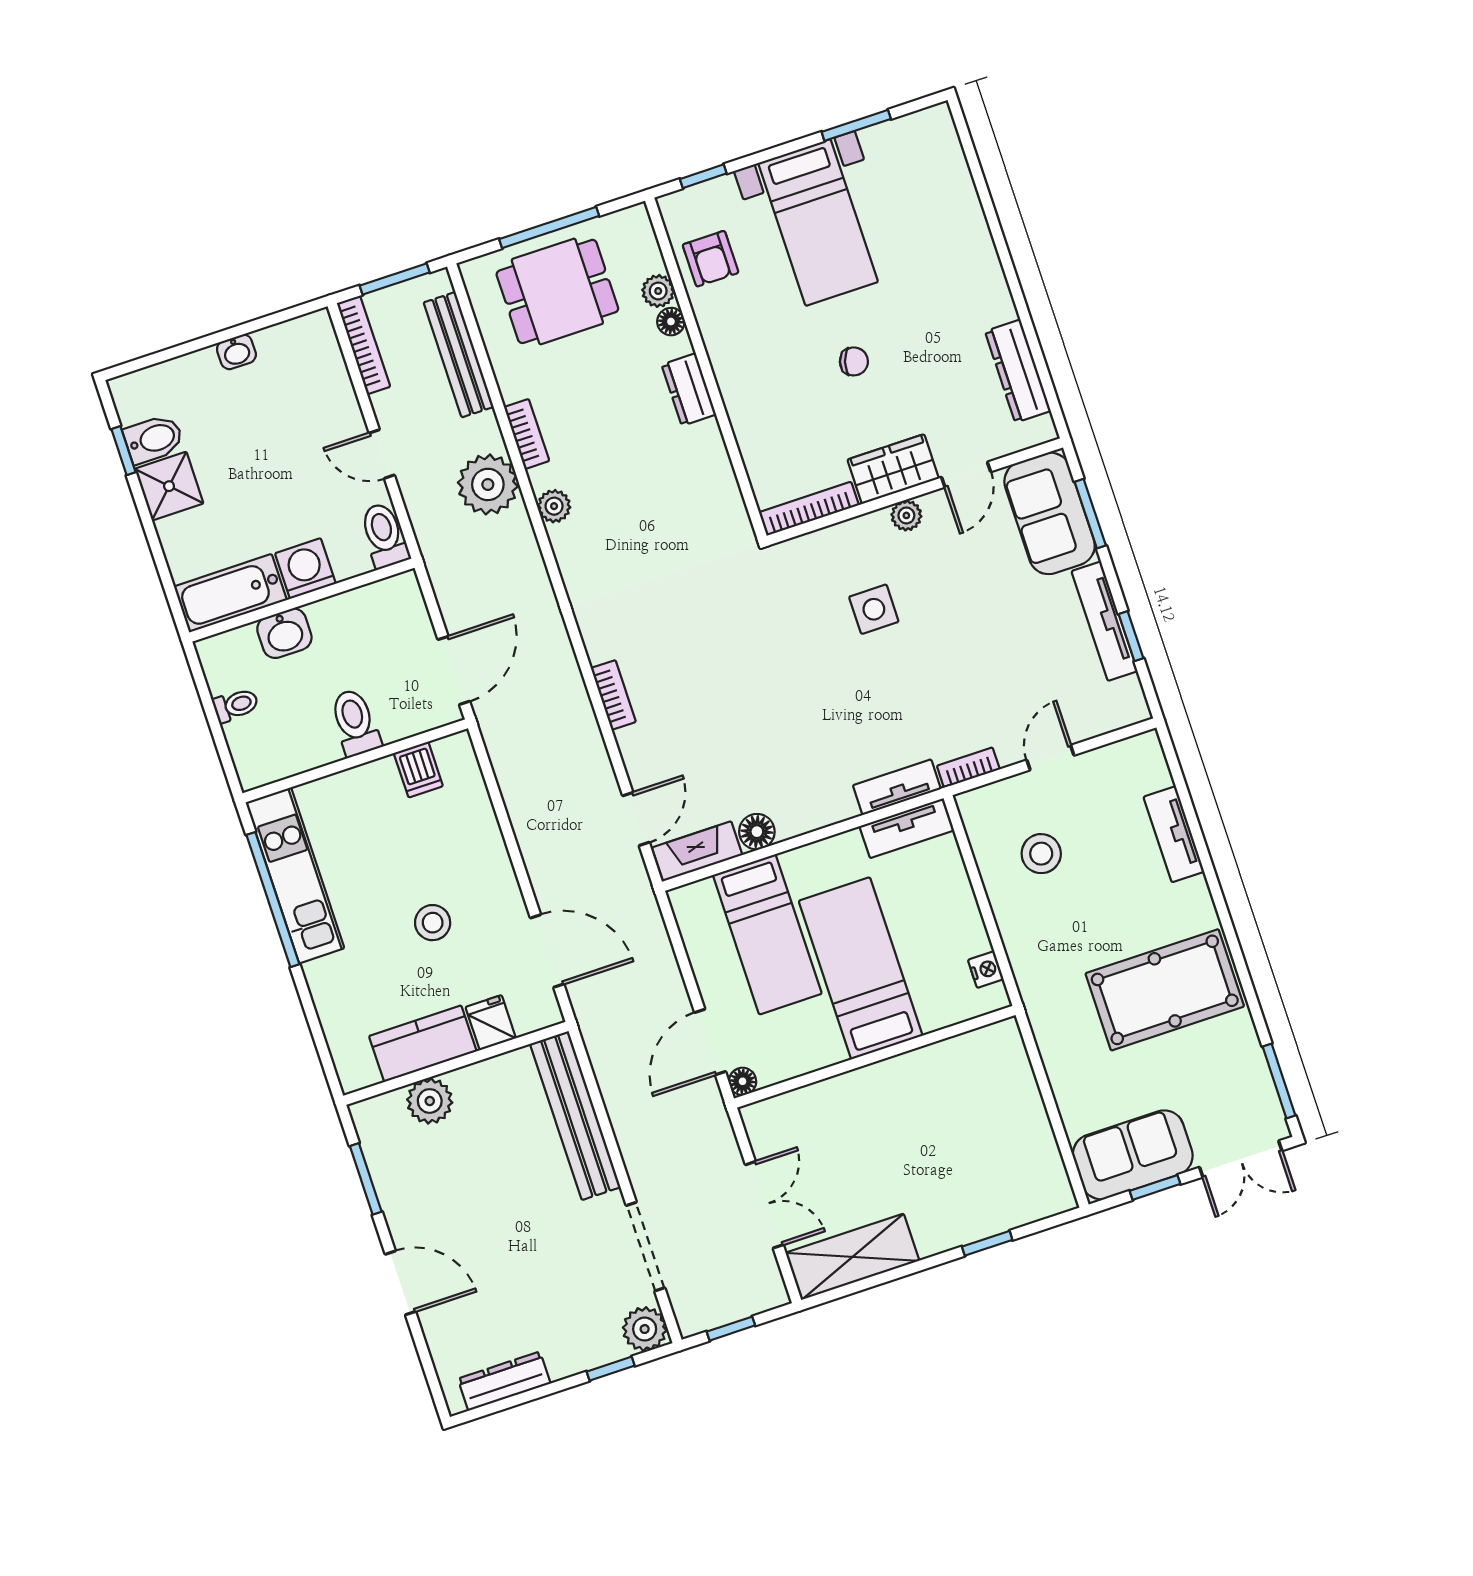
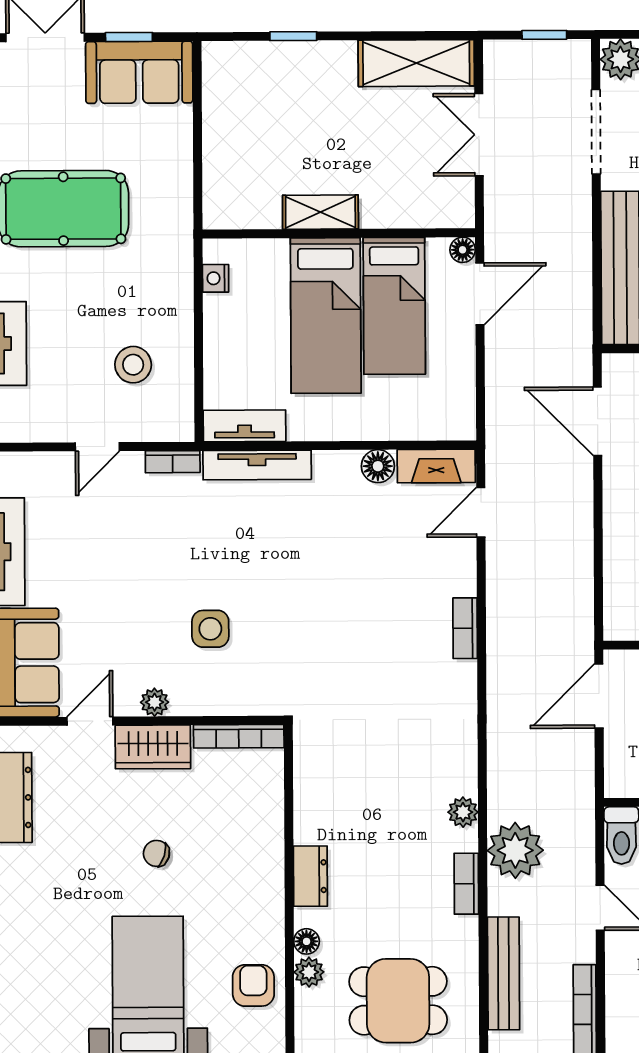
tv unit: (897, 787) -> (257, 465), width x1.41
bed: (767, 934) -> (394, 306), moved, turned 180
shelving: (901, 1072) -> (320, 212), added

